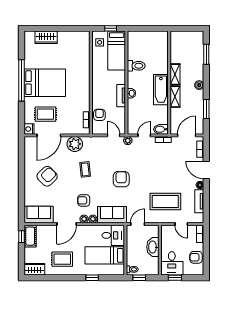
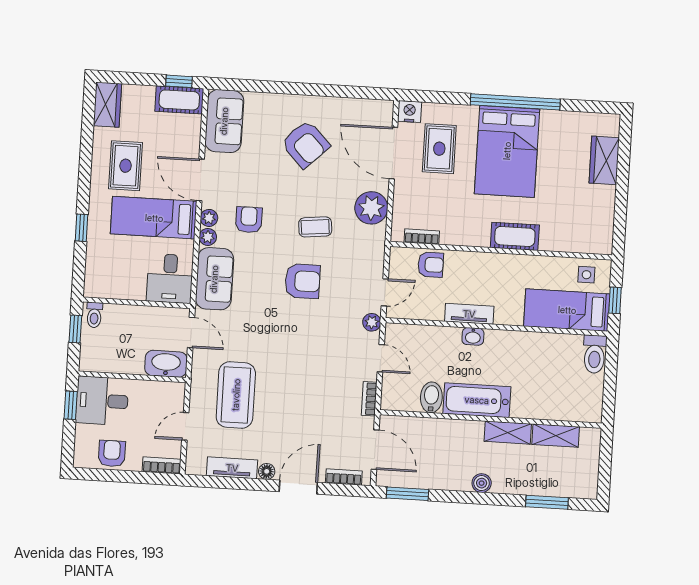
toilet: (136, 66) -> (595, 354), moved
cot: (84, 77) -> (515, 236), added
shelving: (175, 97) -> (556, 436), moved
window: (206, 109) -> (407, 494), moved
bidet: (161, 129) -> (431, 397), moved
armchair: (121, 179) -> (303, 281), moved
washbasin: (153, 247) -> (166, 364), moved
bed: (105, 255) -> (154, 218), moved, turned -90

